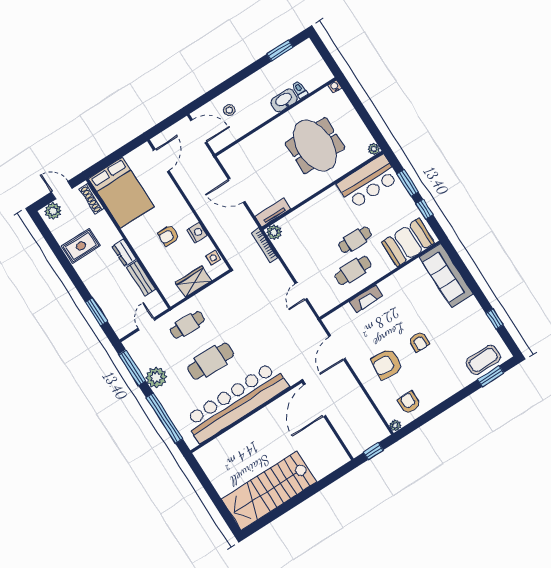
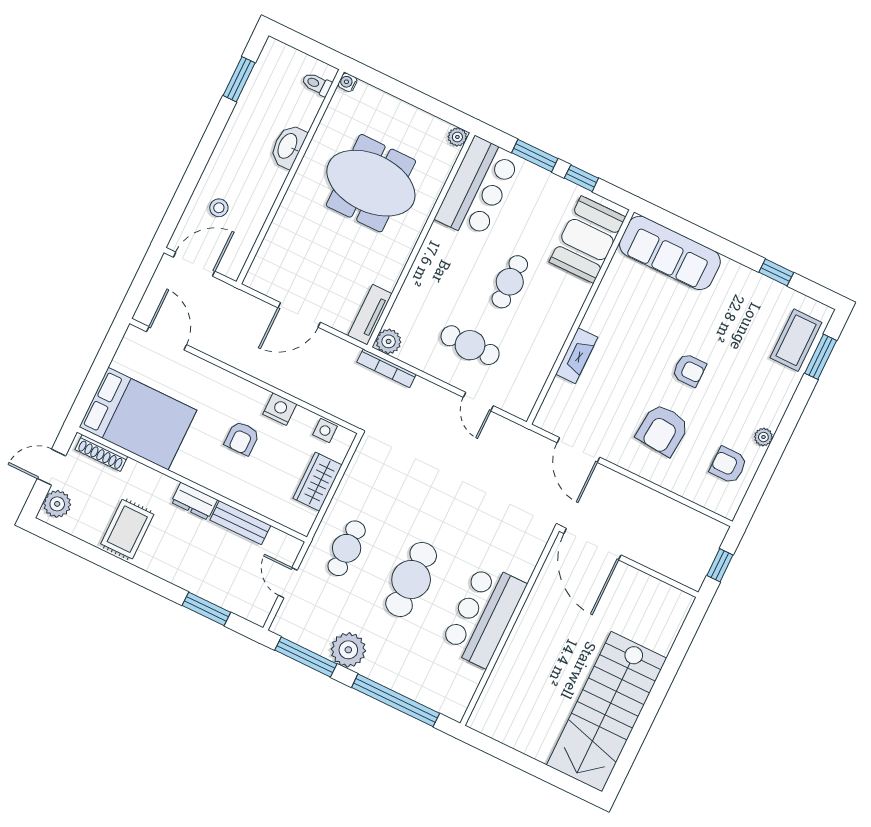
toilet: (300, 90) -> (317, 84), moved
cafe table: (353, 270) -> (470, 345), moved, turned 90
bar counter: (236, 402) -> (483, 615), width x0.54
plant: (395, 425) -> (763, 437), moved

